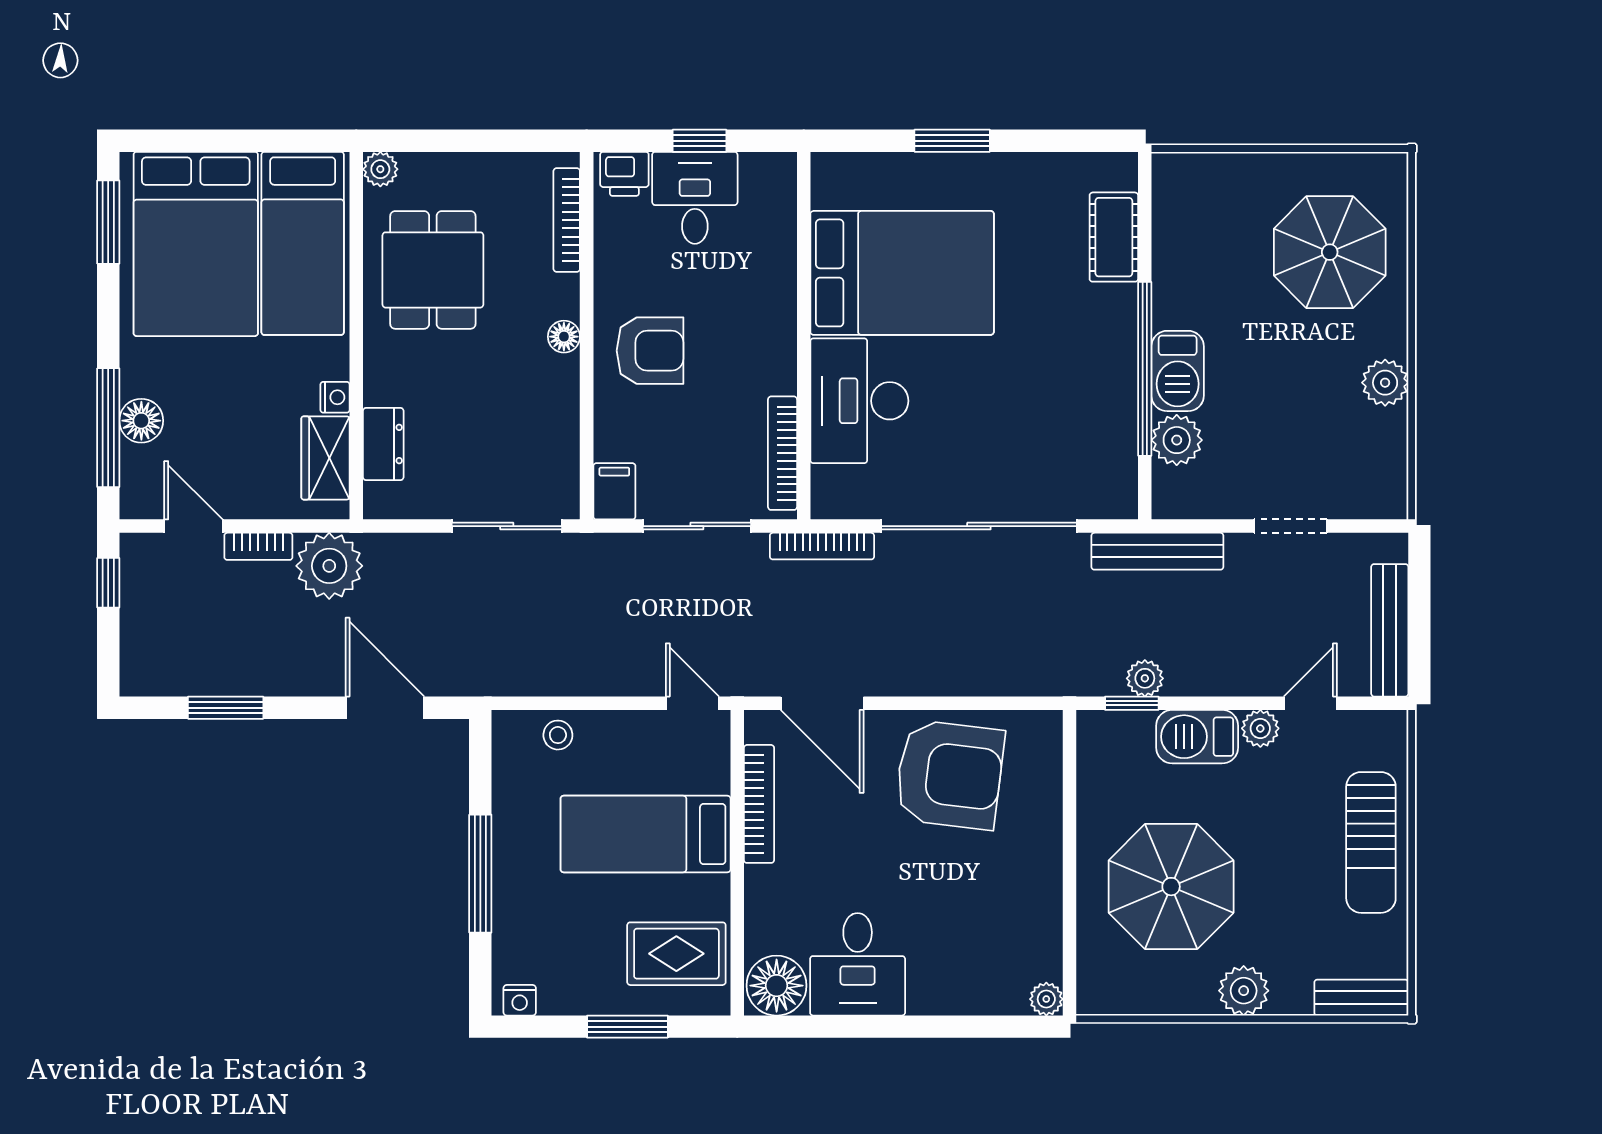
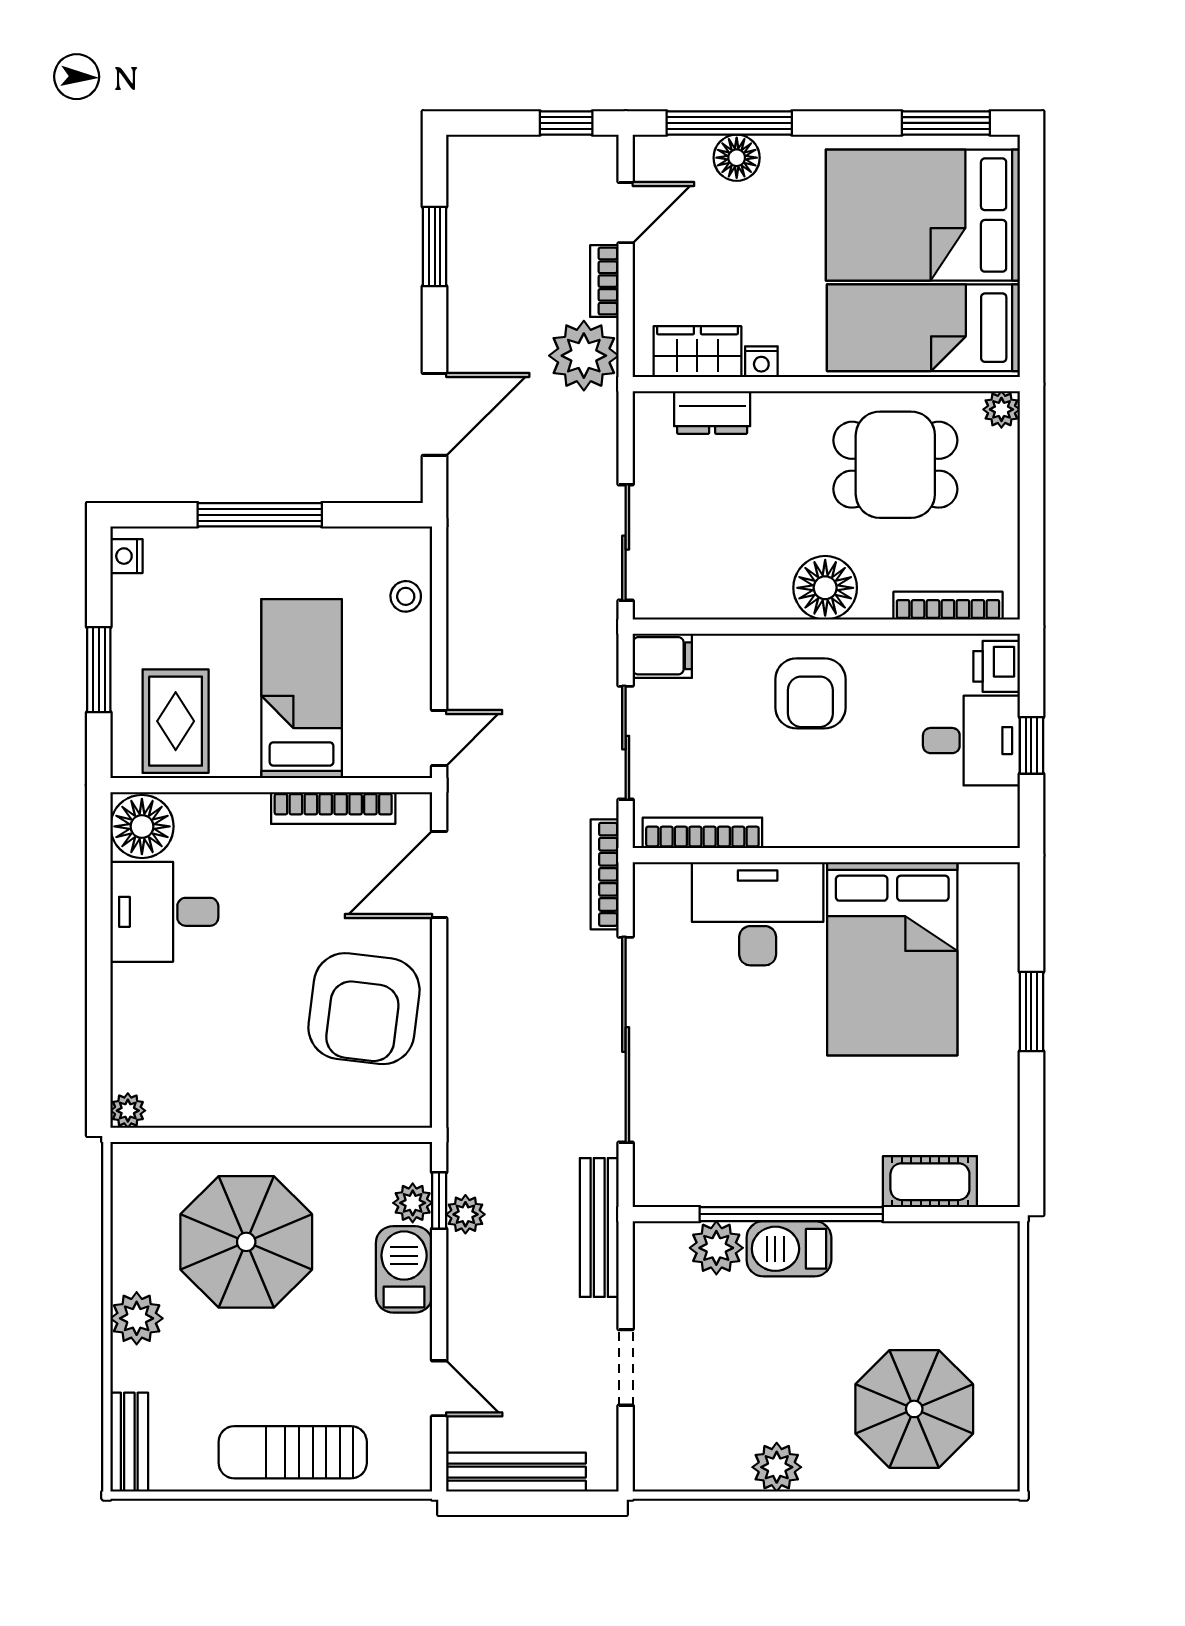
floor lamp: (564, 337) -> (825, 588), width x1.89, depth x1.89
plant: (1260, 728) -> (413, 1203), moved

